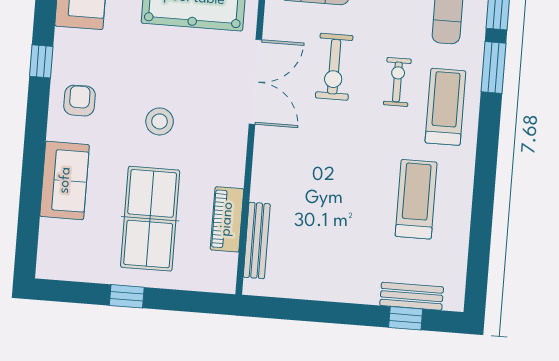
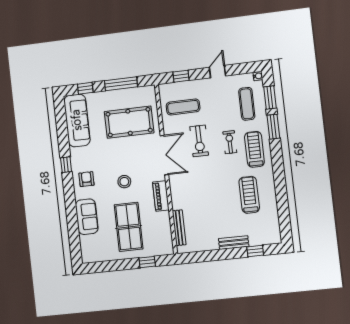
piano: (227, 219) -> (161, 196), moved
window: (127, 296) -> (147, 262), moved
bench: (412, 296) -> (234, 243), moved

